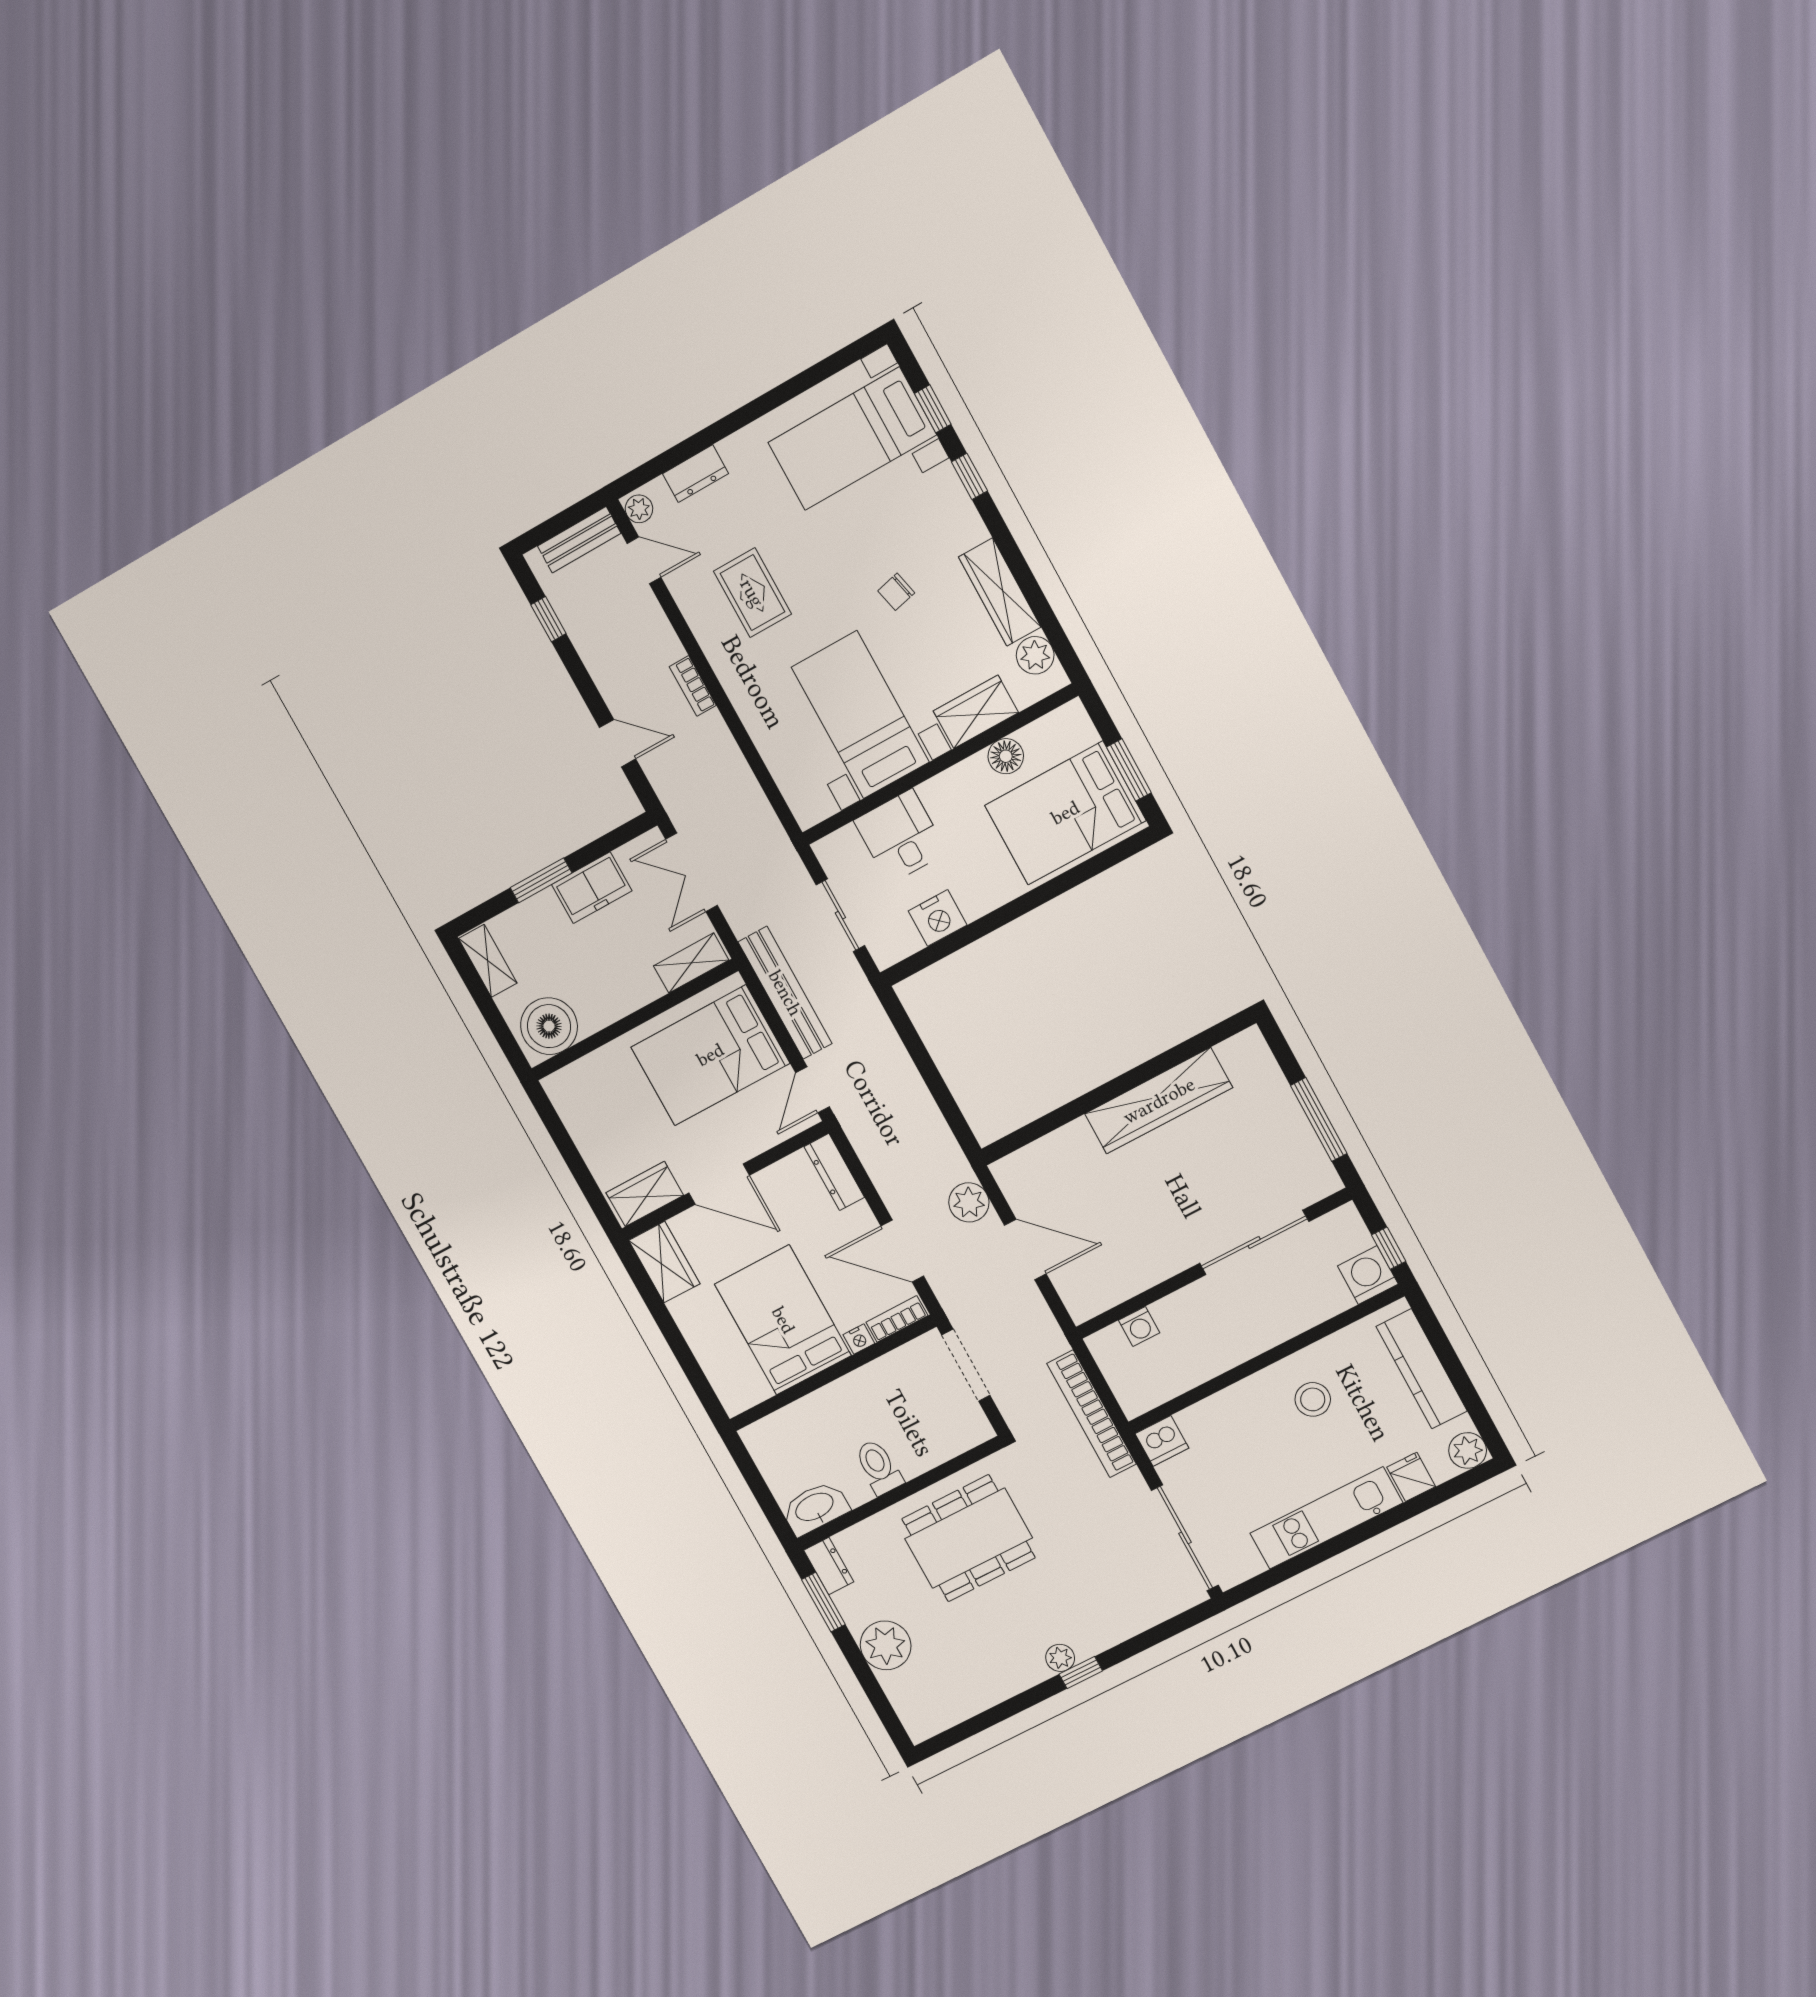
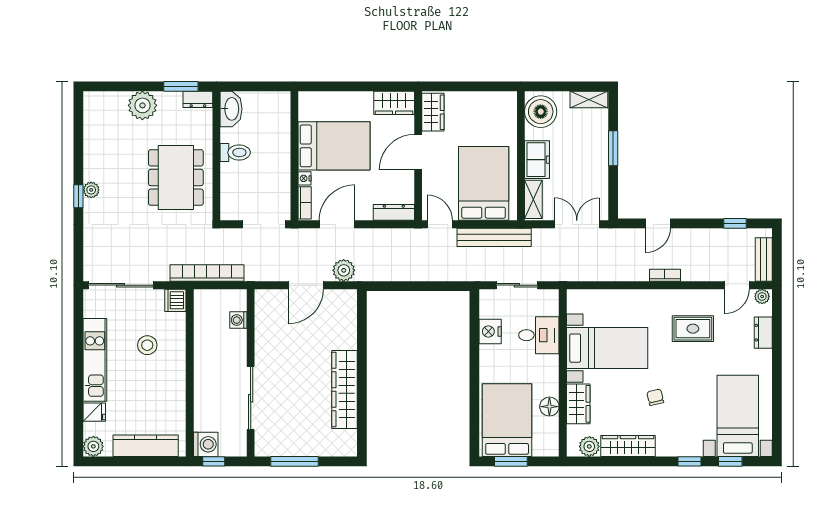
freezer: (592, 888) -> (537, 160), moved, turned 180
stool: (1313, 1399) -> (147, 345), moved

